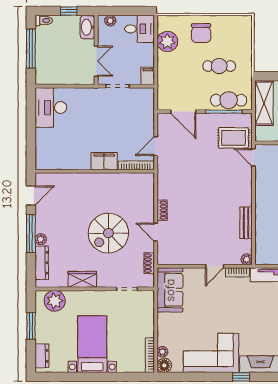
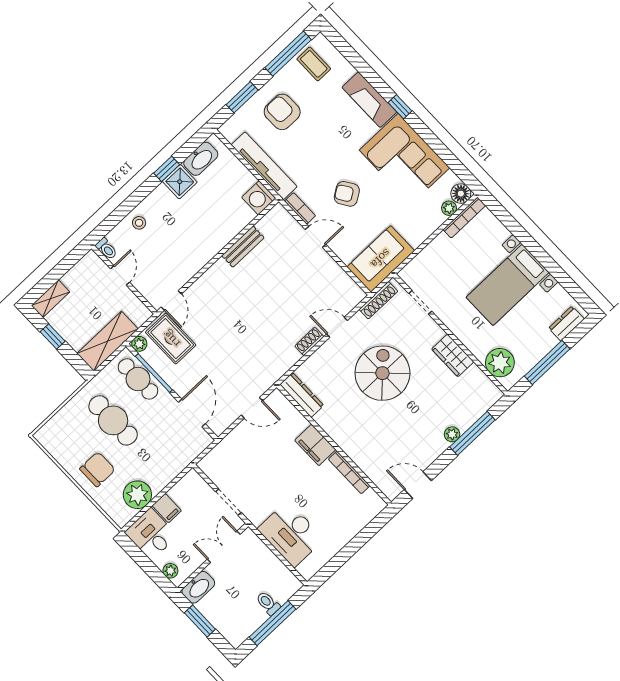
window: (69, 11) -> (200, 621), width x1.50
toilet: (44, 21) -> (268, 603), moved
cafe table: (219, 66) -> (113, 420), width x1.37, depth x1.35
filing cabinet: (148, 76) -> (167, 508), moved, turned -90
desk: (51, 108) -> (291, 534), moved, turned 90
bookcase: (136, 165) -> (349, 472), moved
door: (156, 232) -> (337, 327), swing flipped
spiral stairs: (108, 233) -> (382, 373), turned -90
window: (31, 234) -> (472, 433), moved
washing machine: (264, 256) -> (259, 198), added
plant: (247, 259) -> (139, 344), moved
dresser: (42, 263) -> (302, 395), moved, turned 90
shoe rack: (149, 263) -> (378, 300), width x1.43
armchair: (222, 305) -> (347, 194), added
window: (31, 326) -> (547, 363), width x1.44

